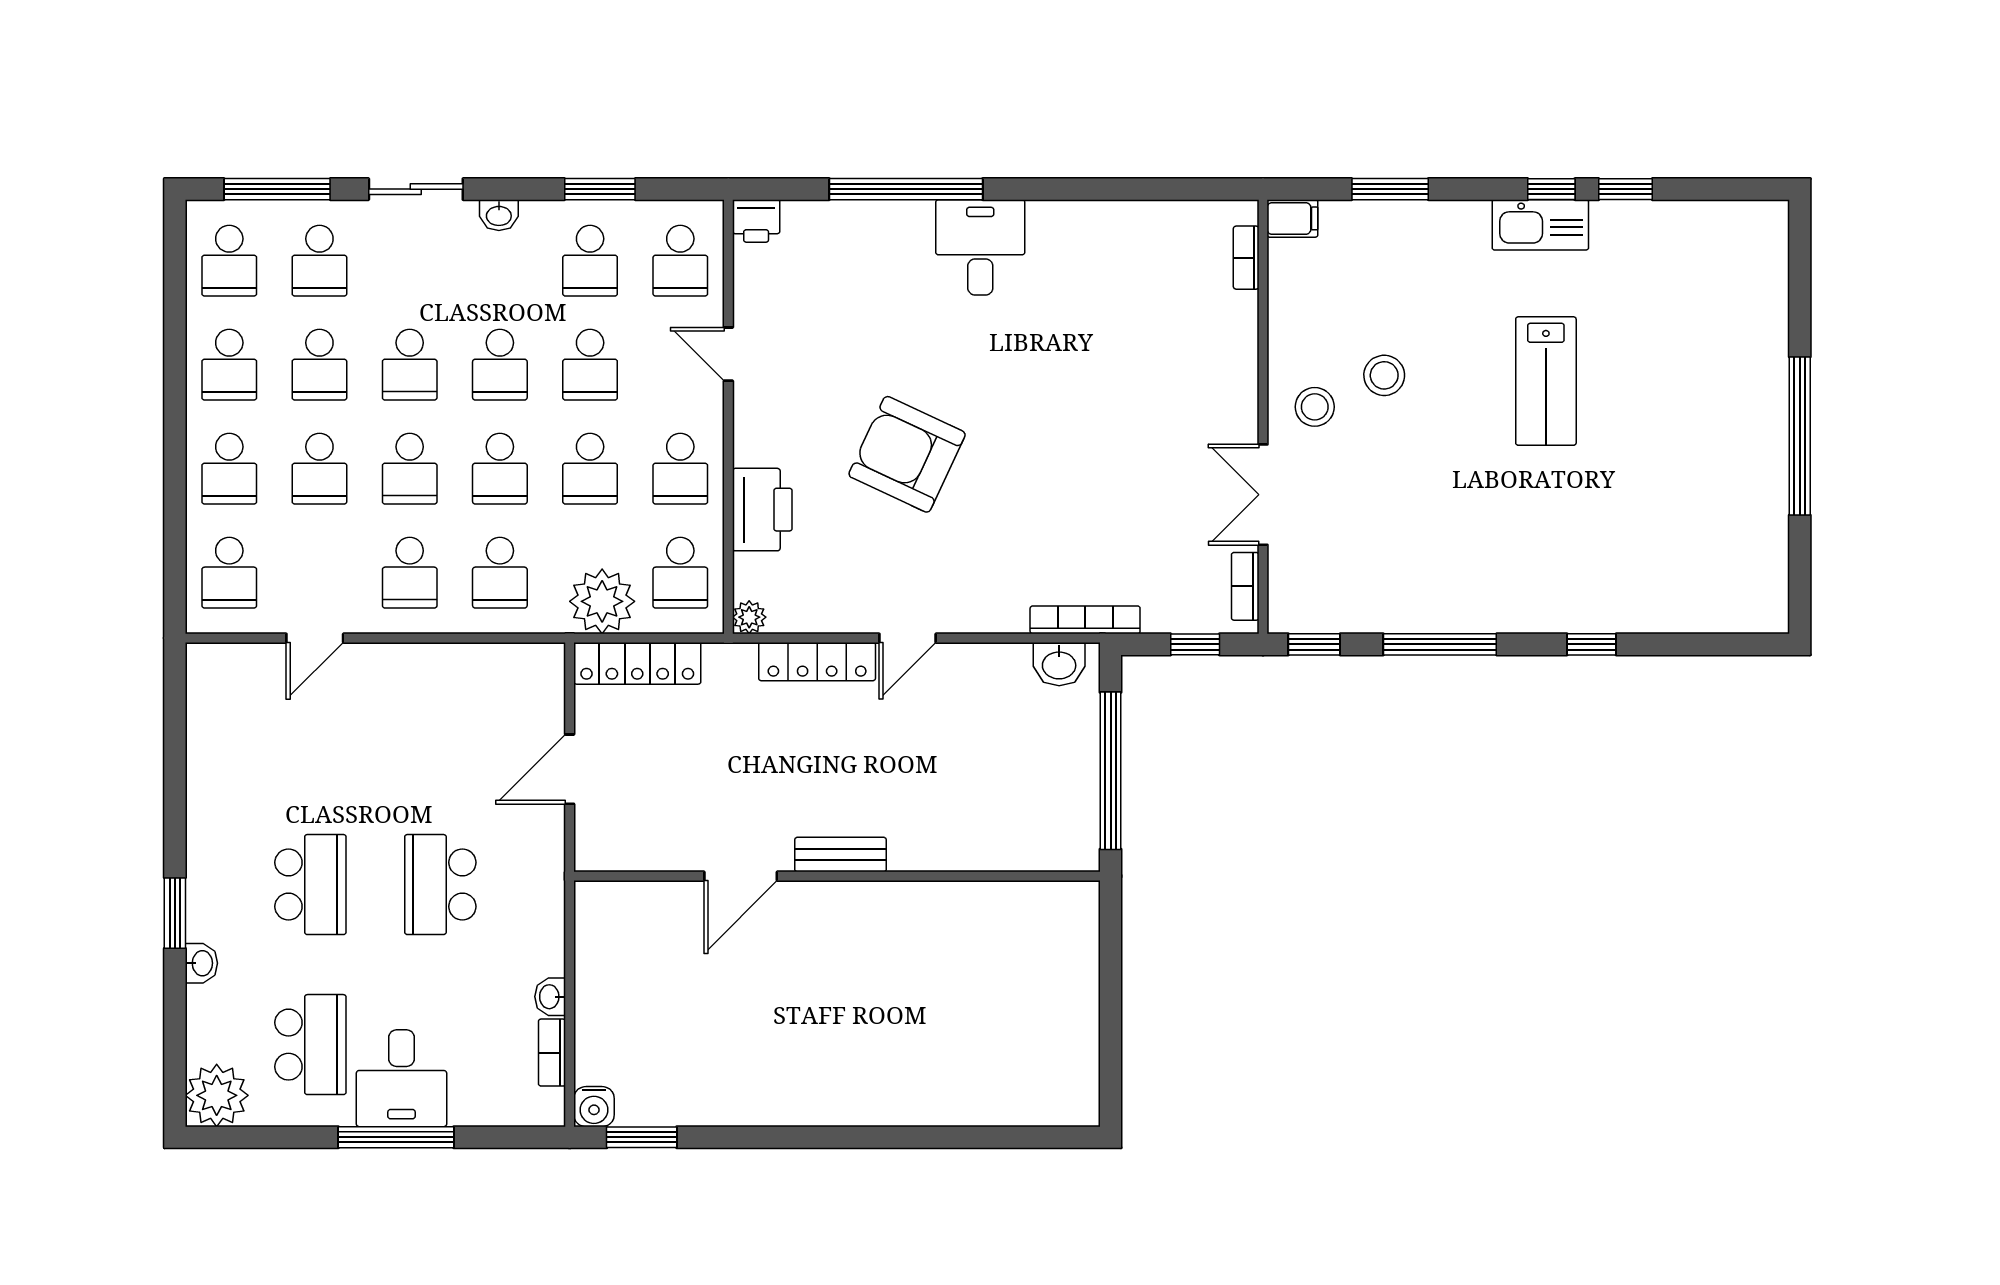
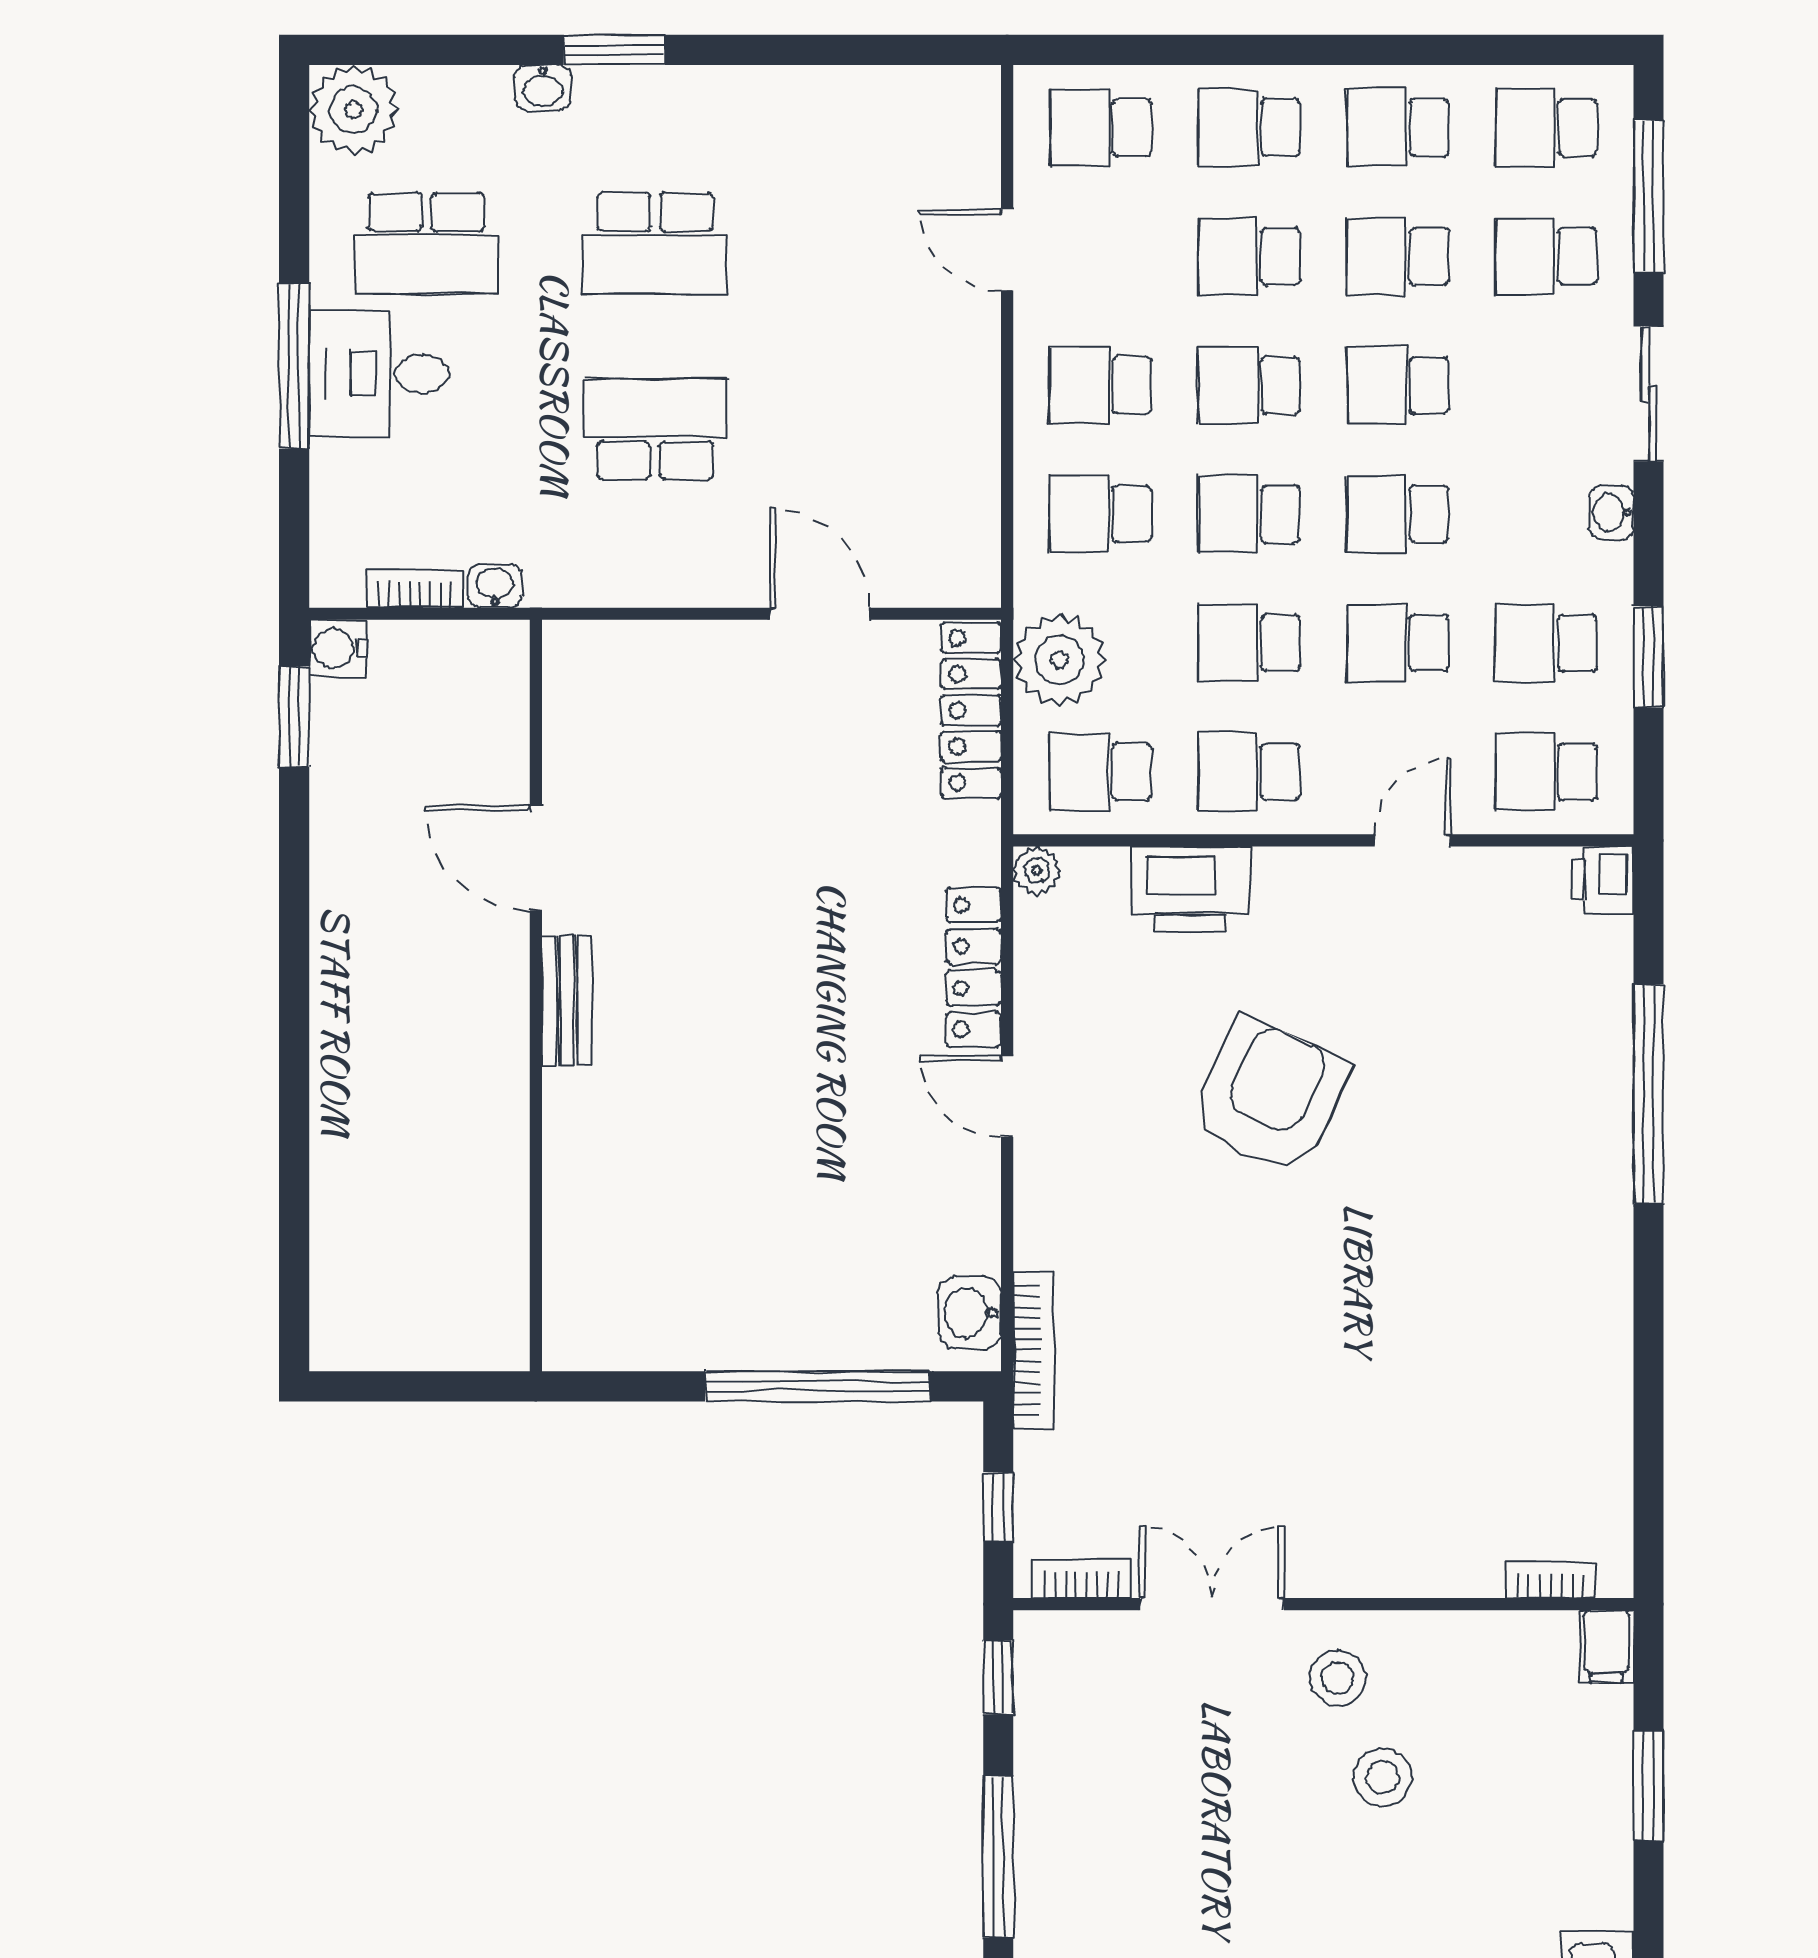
desk: (980, 247) -> (1565, 1200), removed
bench: (841, 855) -> (567, 1001), moved
door: (741, 876) -> (536, 858), moved
wall: (837, 876) -> (536, 996), moved

